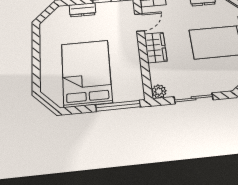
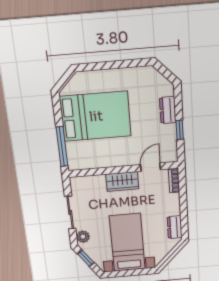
door: (139, 22) -> (151, 167), swing flipped
plant: (159, 91) -> (83, 237), moved

